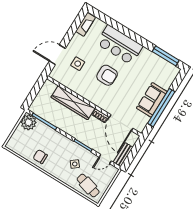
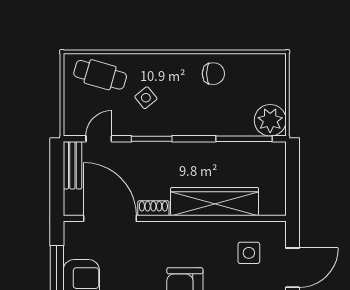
side table: (78, 64) -> (249, 253), moved

